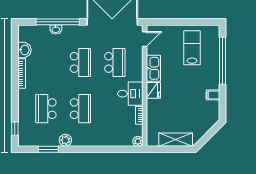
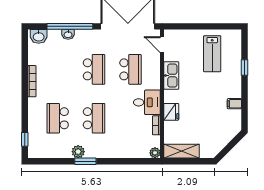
door: (145, 39) -> (162, 45), swing flipped
lab bench: (192, 48) -> (212, 54), turned 180
washbasin: (24, 50) -> (39, 36), moved, turned 90
window: (223, 61) -> (245, 68), width x0.32
fridge: (153, 90) -> (171, 112), moved
shelving: (176, 140) -> (182, 151), moved
window: (48, 149) -> (85, 161), moved

